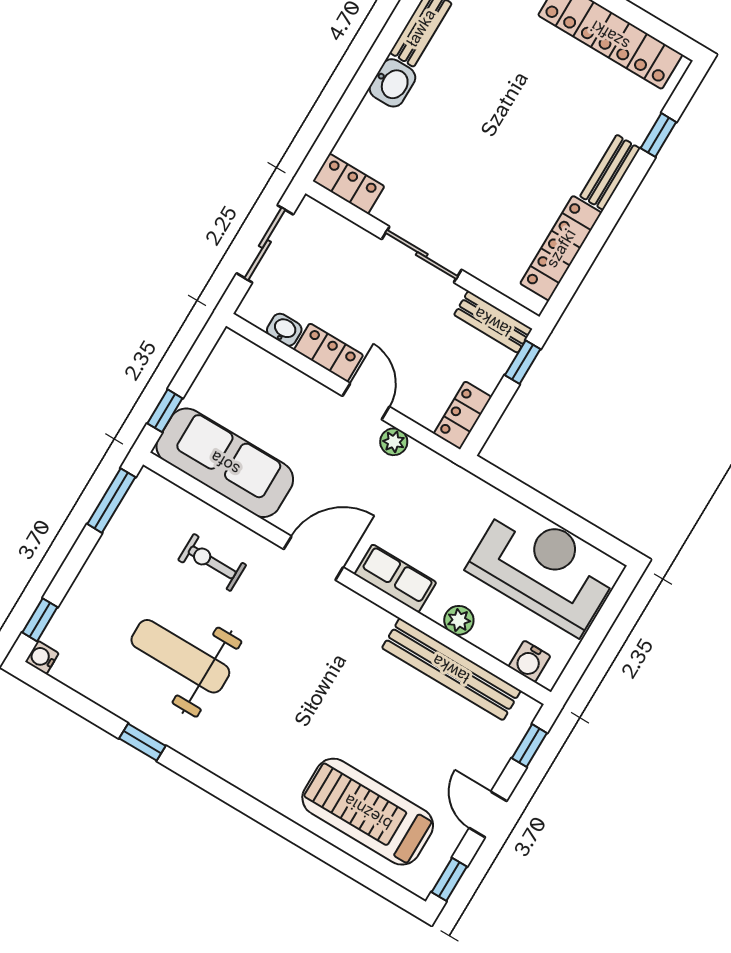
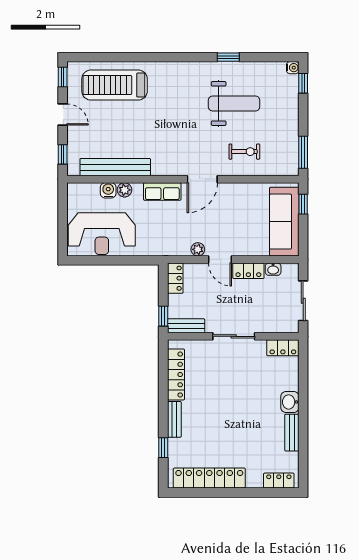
sofa: (225, 463) -> (284, 222), moved, turned 90
water cooler: (529, 661) -> (108, 190), moved
treadmill: (368, 812) -> (115, 85), turned 180

